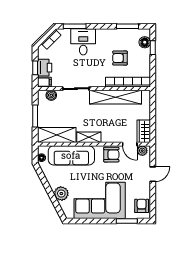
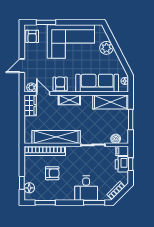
shelving: (89, 137) -> (69, 100), moved
armchair: (111, 155) -> (60, 84), turned 90

